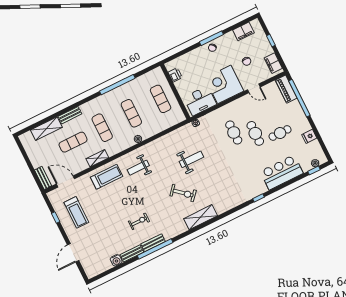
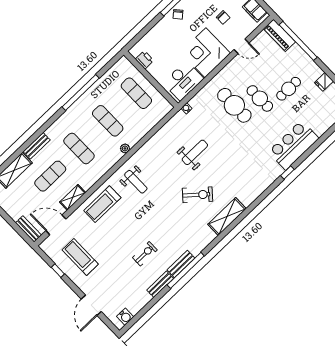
cafe table: (234, 133) -> (234, 105), width x1.37, depth x1.35
shelving: (97, 158) -> (73, 197), moved
weight bench: (138, 168) -> (136, 182), turned -90
bar counter: (282, 172) -> (294, 145), moved
treadmill: (107, 177) -> (102, 204), turned 180
treadmill: (76, 212) -> (80, 257), turned 180
exercise bike: (139, 221) -> (145, 254), moved
water cooler: (116, 260) -> (125, 317), moved

